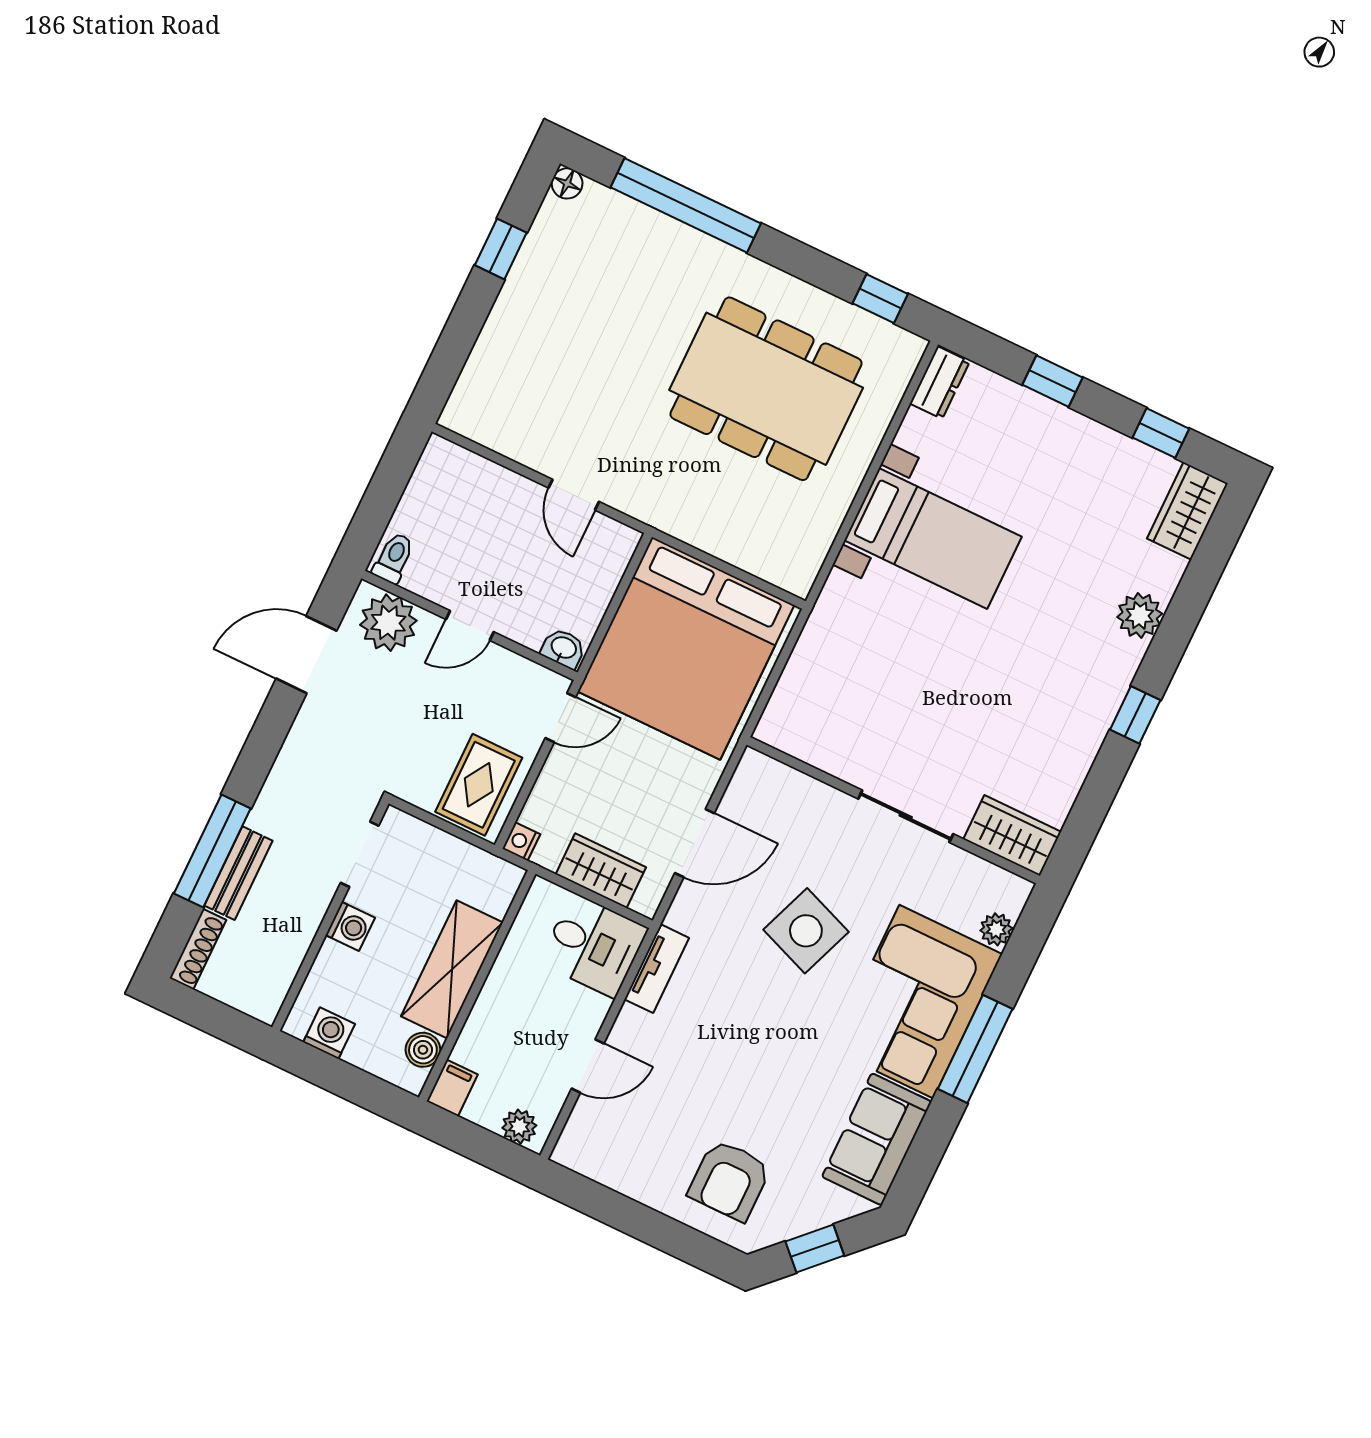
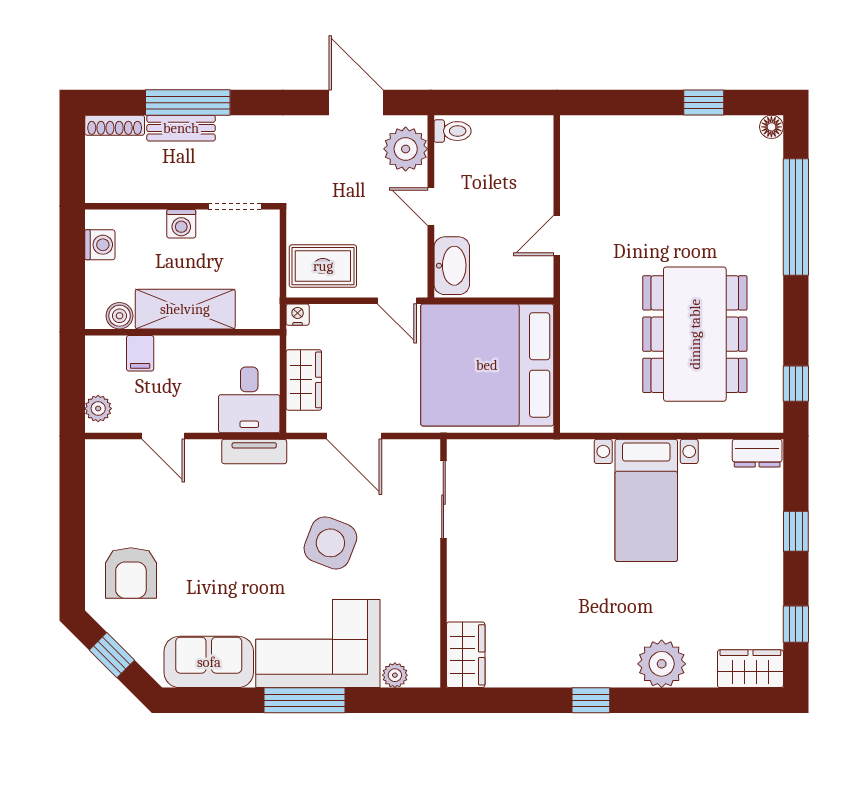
plant: (1140, 615) -> (662, 664), width x1.36, depth x1.36
washbasin: (563, 648) -> (452, 266), width x1.91, depth x1.45
sliding door: (906, 816) -> (443, 500), moved
filing cabinet: (452, 1088) -> (140, 353), moved, turned 90
armchair: (730, 1180) -> (131, 573), turned -90

